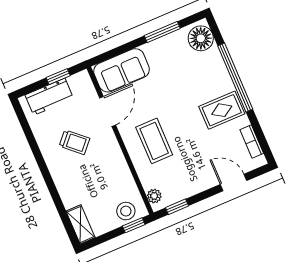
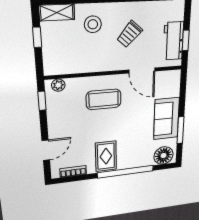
sofa: (122, 70) -> (166, 119), moved
workbench: (49, 97) -> (173, 41), moved
stool: (126, 211) -> (93, 24), moved
window: (134, 225) -> (37, 37), moved

